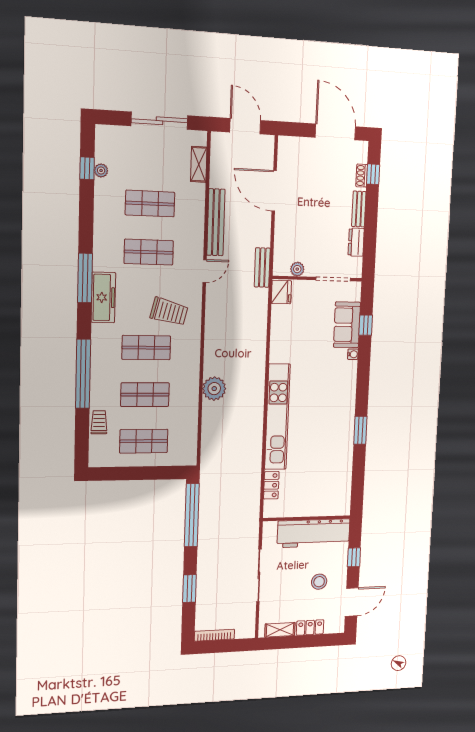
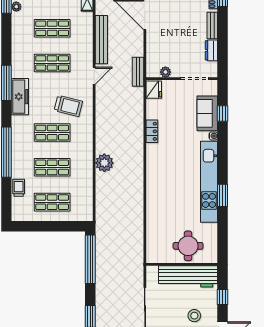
kitchen unit: (277, 417) -> (209, 182), moved, turned 180
locker: (271, 485) -> (152, 131), moved
round table: (315, 495) -> (188, 246), added

